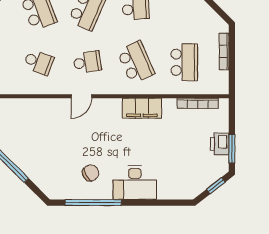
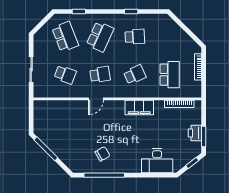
school desk: (136, 62) -> (135, 75), width x0.54
desk: (135, 183) -> (157, 161), moved

